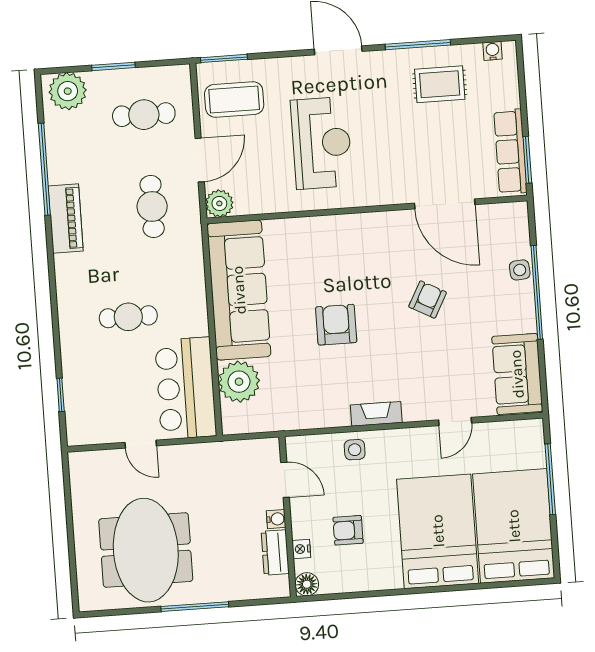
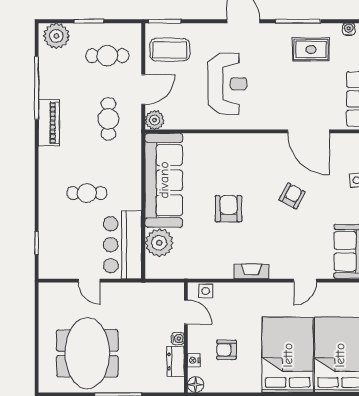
side table: (355, 450) -> (206, 291), moved

